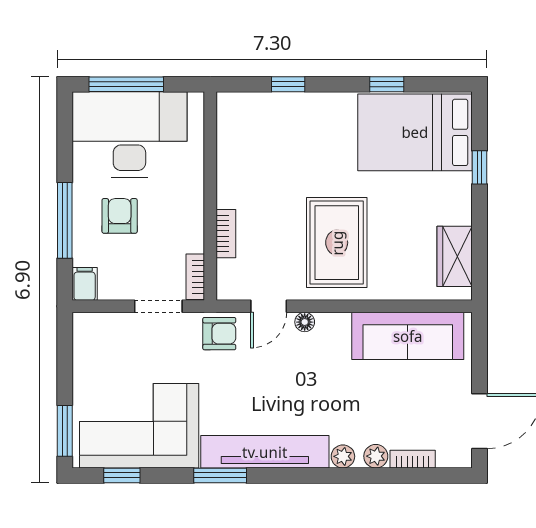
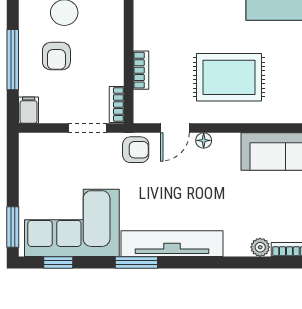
armchair: (120, 216) -> (56, 56), turned 180
rug: (337, 243) -> (229, 77), turned 90
plant: (343, 456) -> (234, 247), removed

